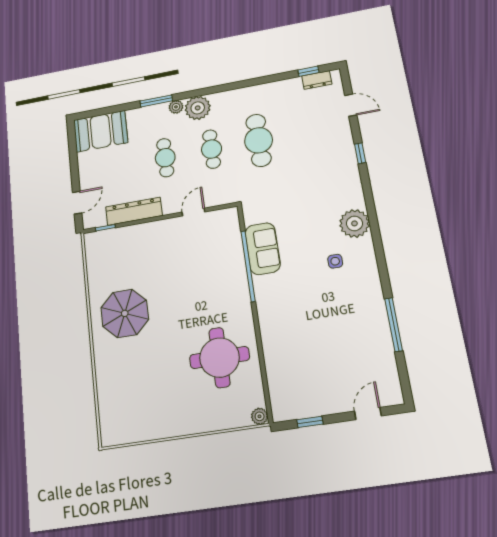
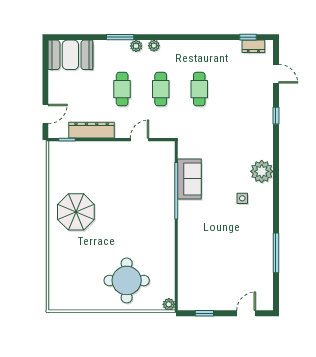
plant: (198, 108) -> (154, 46), width x0.53, depth x0.53
cafe table: (259, 140) -> (199, 89), width x0.73, depth x0.74
round table: (219, 358) -> (127, 280), moved

